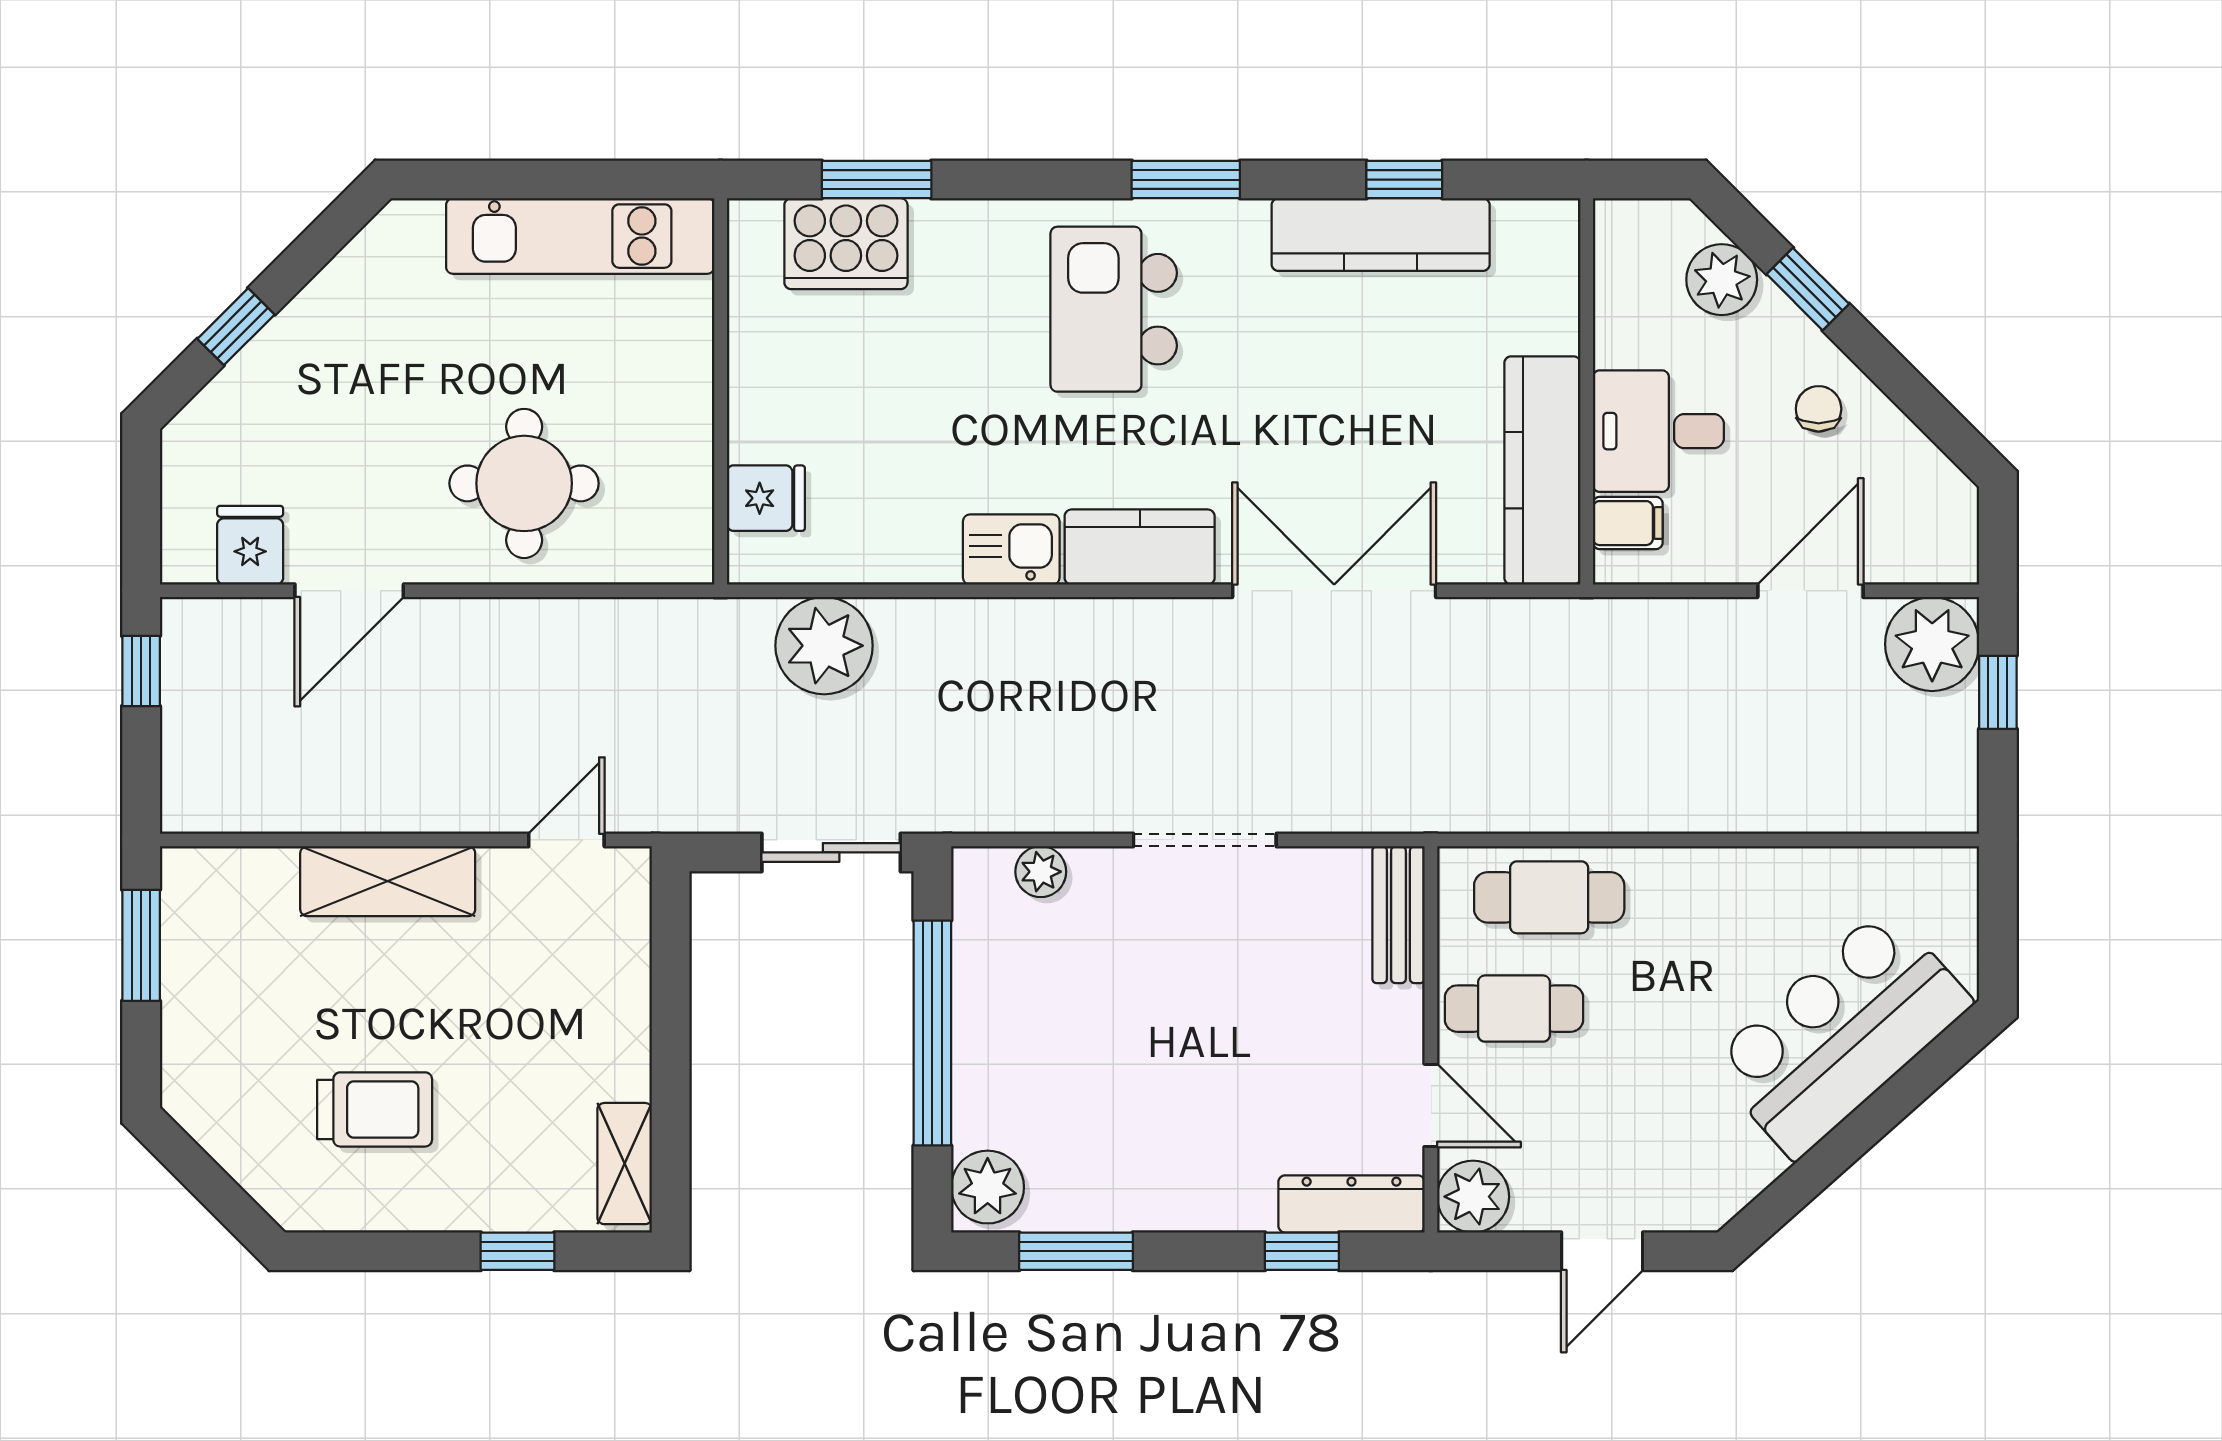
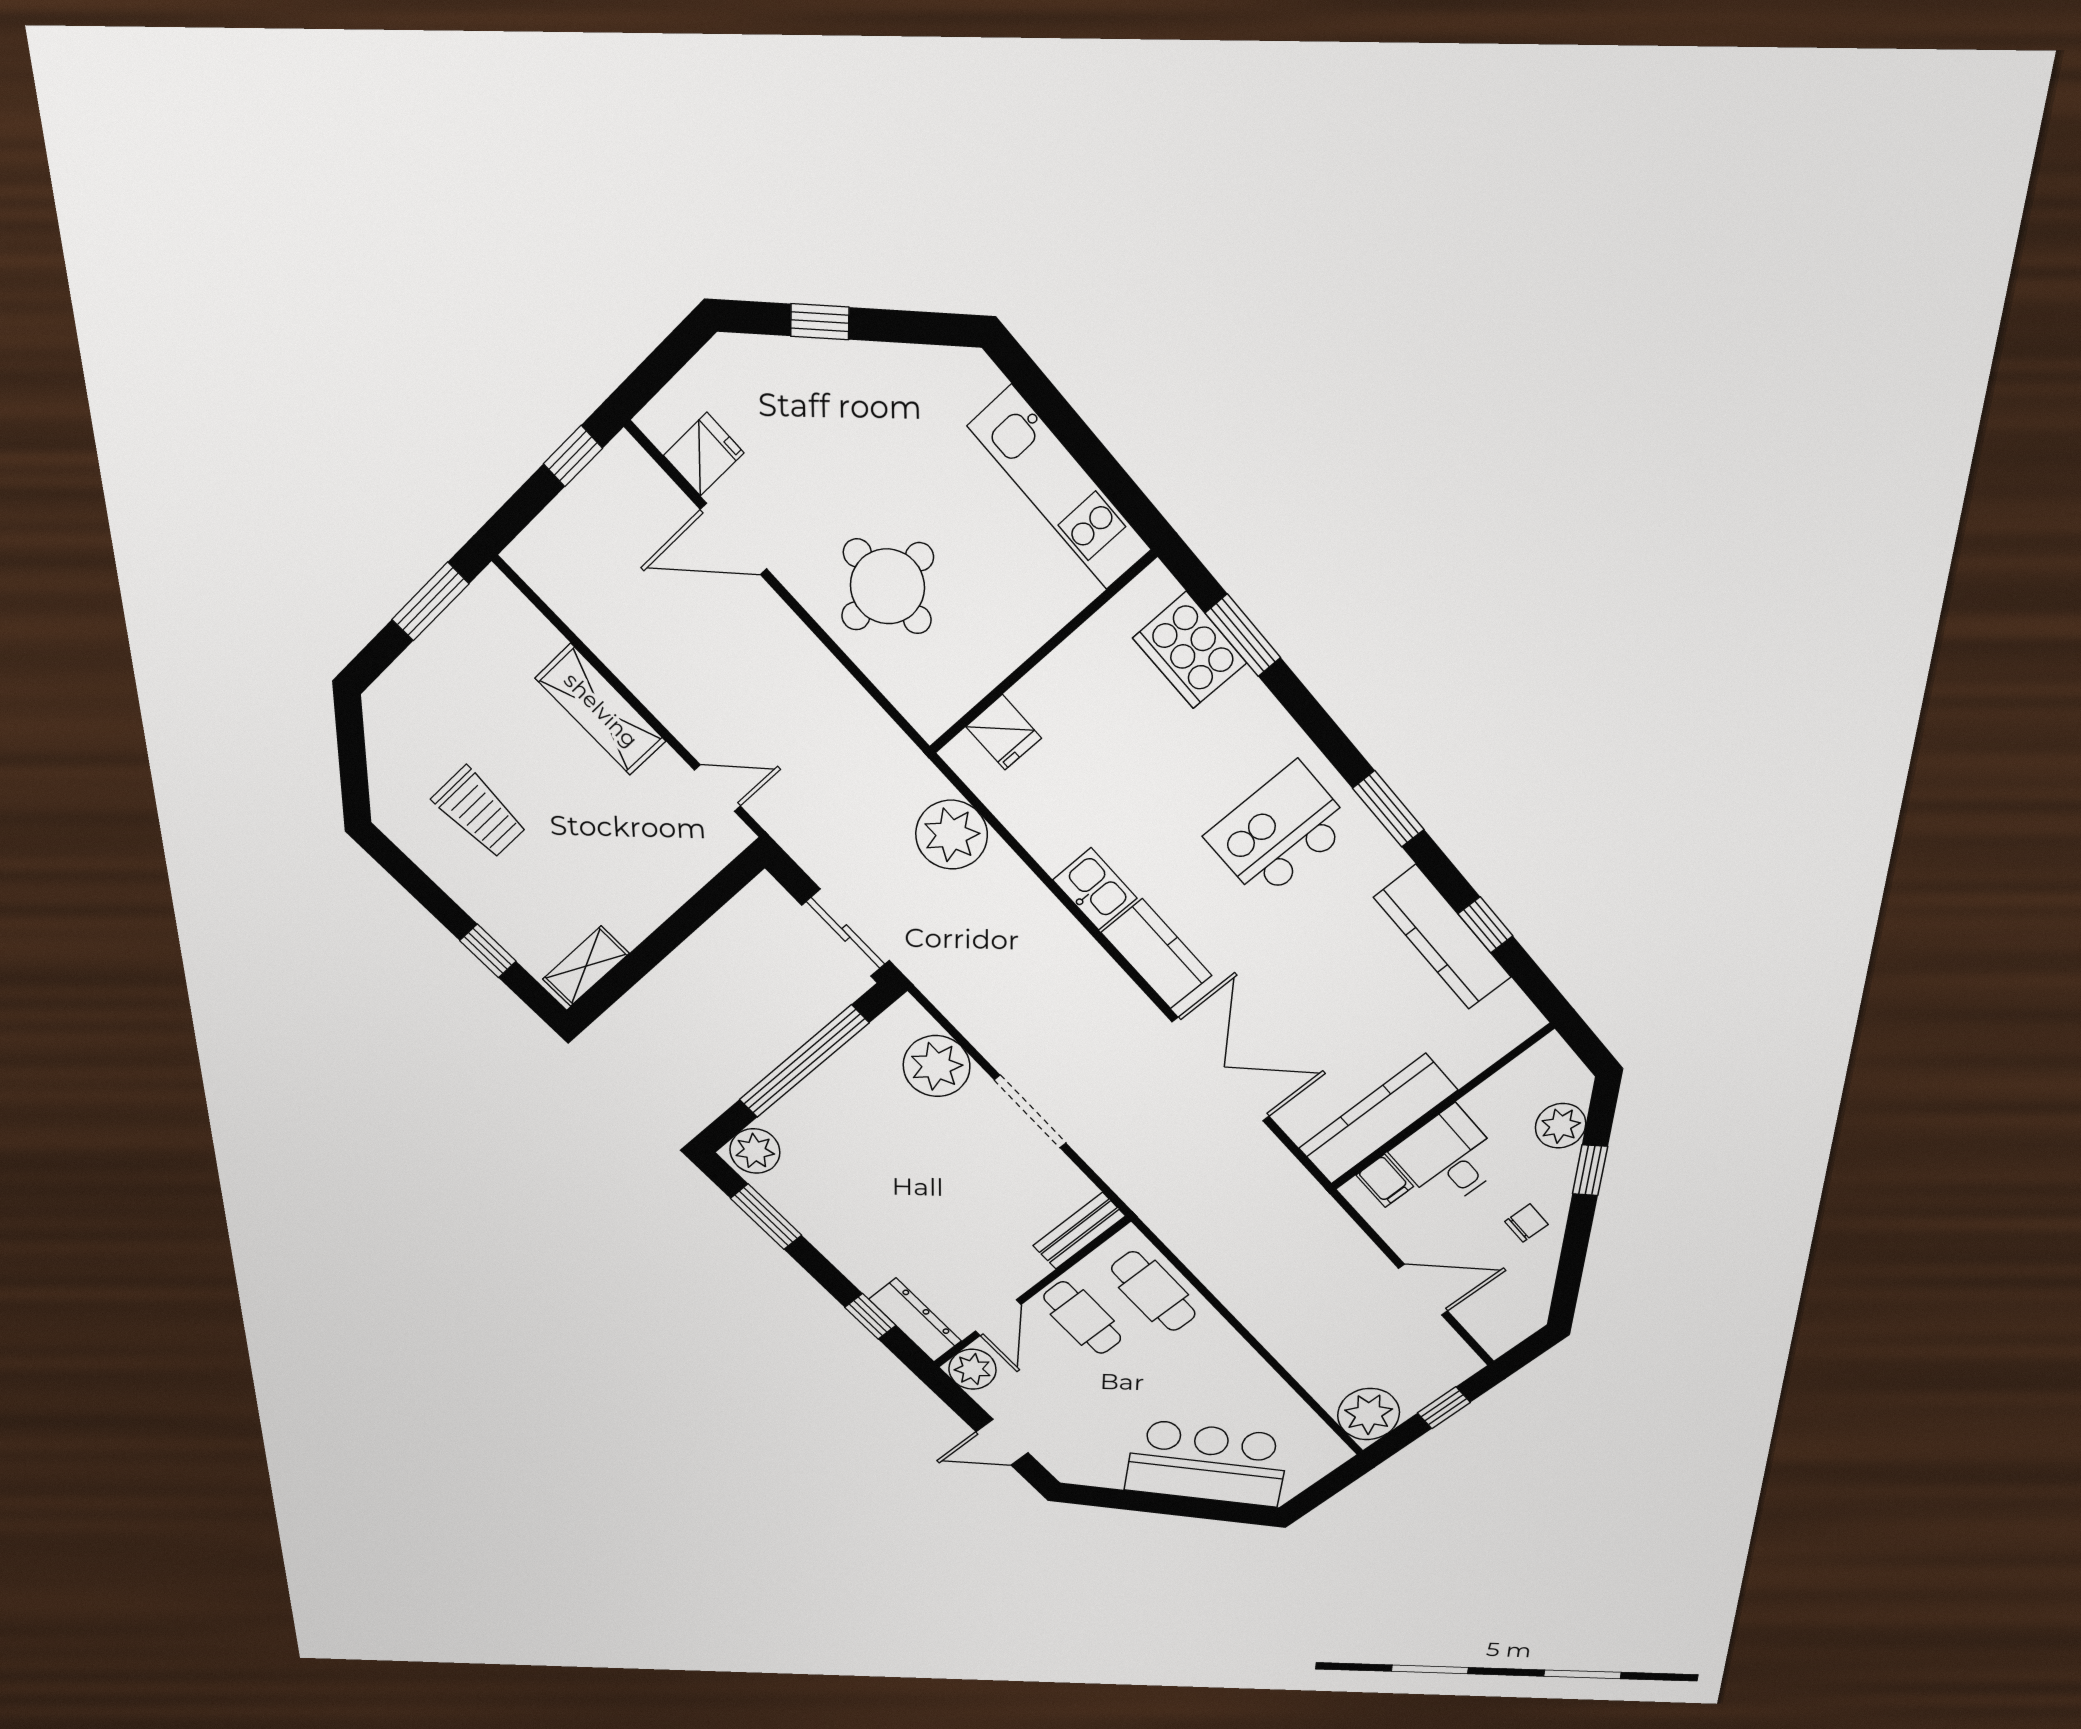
plant: (1932, 644) -> (1369, 1414), moved
plant: (1041, 872) -> (936, 1066), width x1.87, depth x1.87

